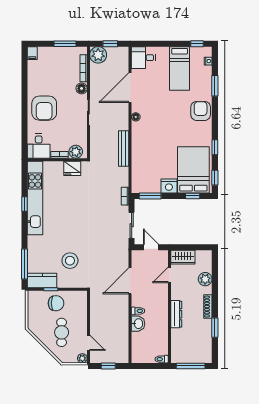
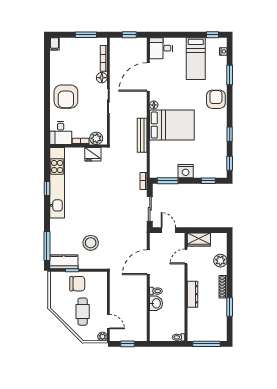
plant: (98, 55) -> (118, 45), removed
bed: (193, 170) -> (172, 125), moved, turned 90

